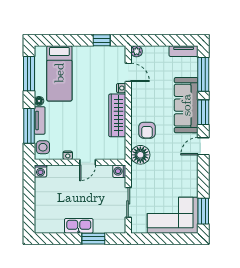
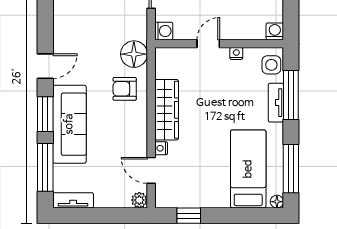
floor lamp: (39, 101) -> (277, 202), moved
armchair: (147, 130) -> (125, 89), turned -90

